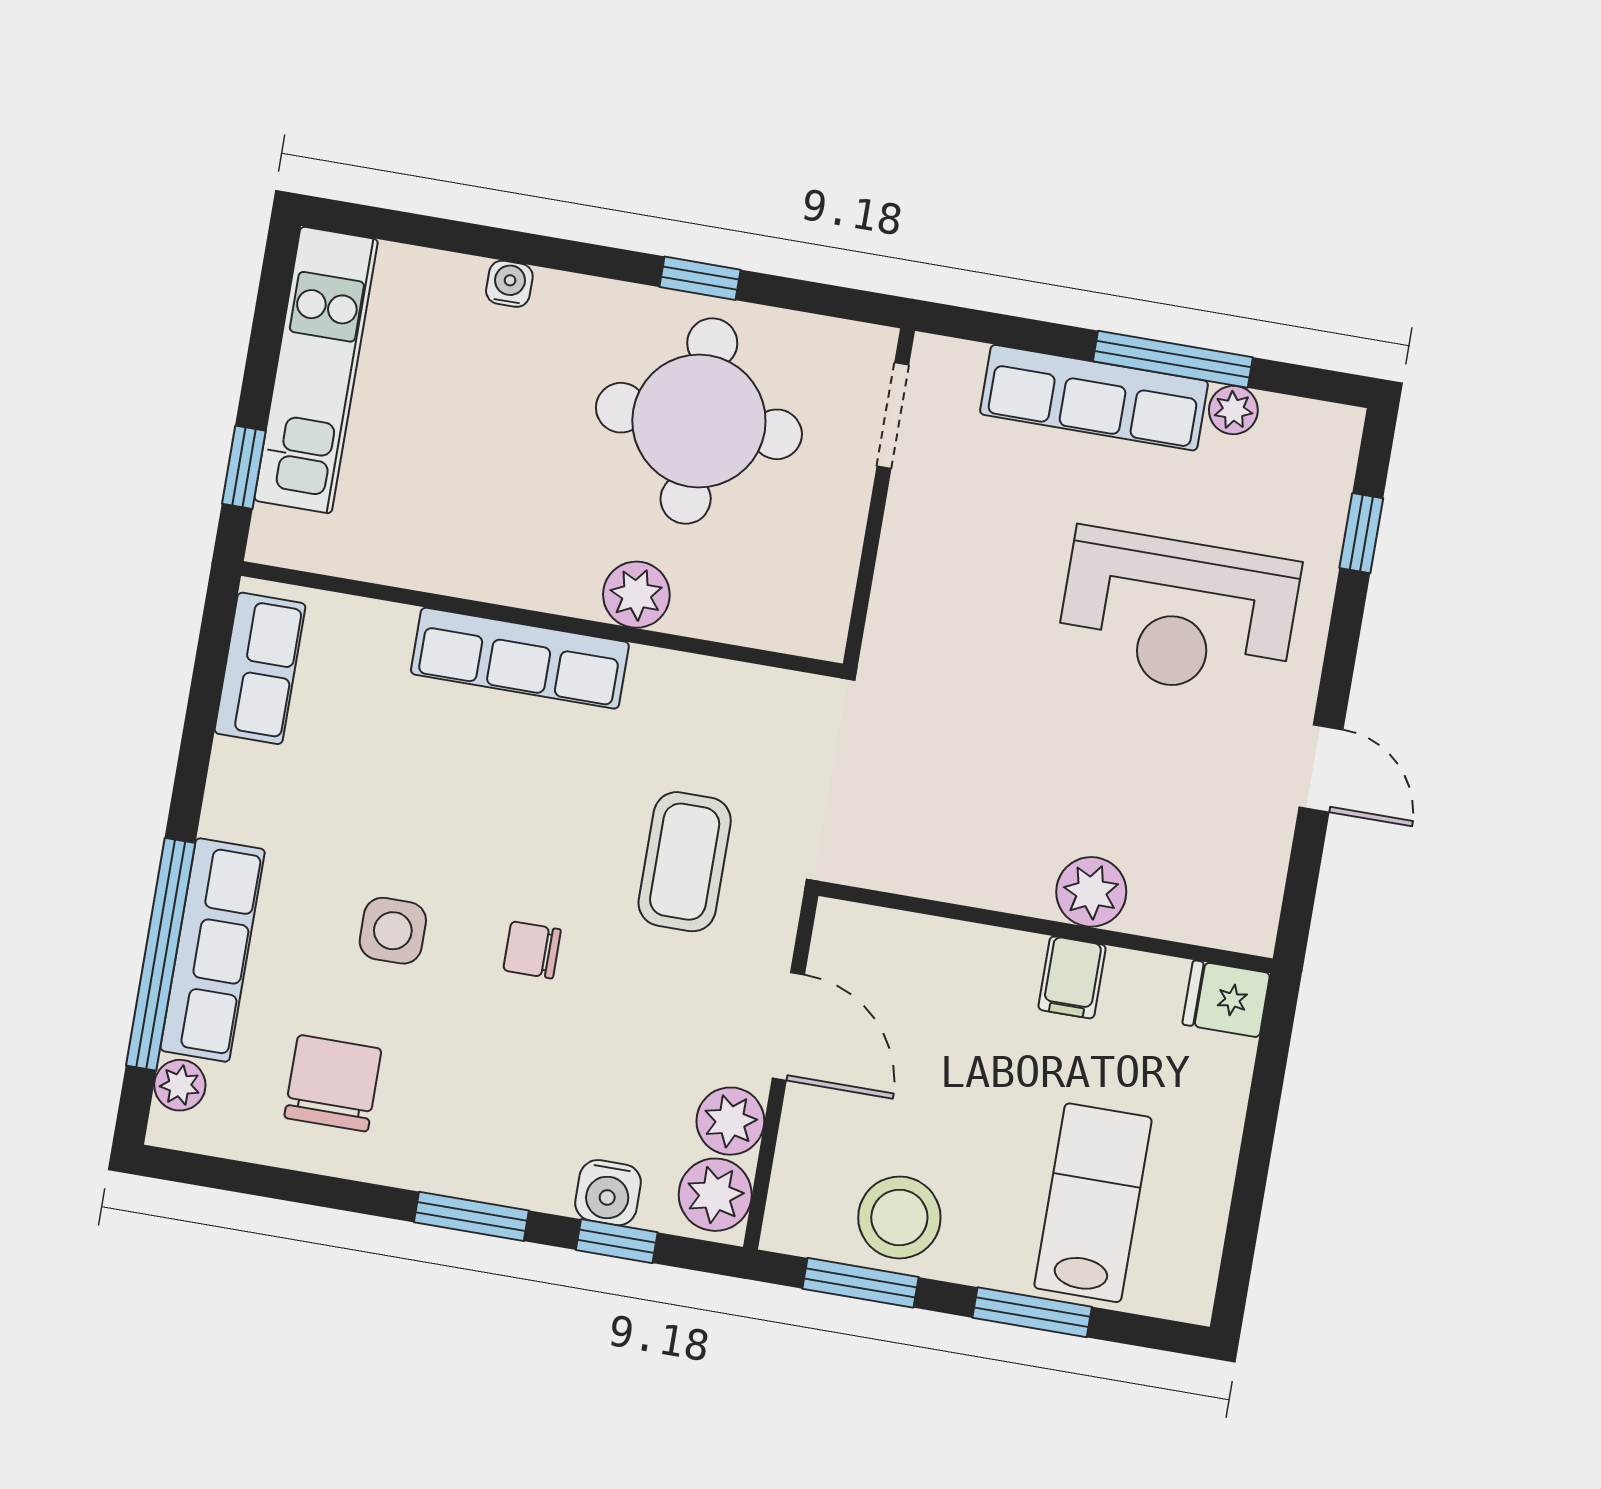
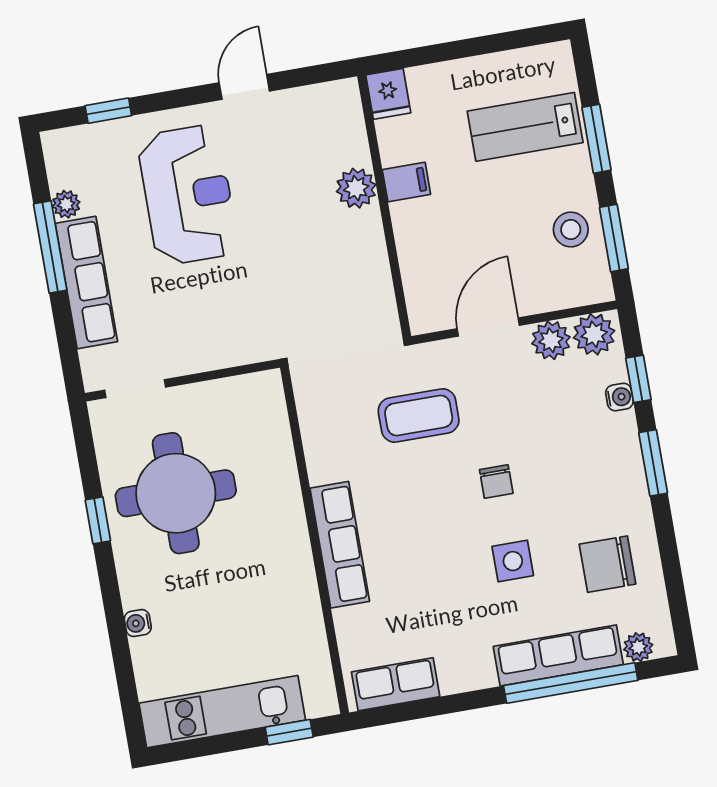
plant: (636, 595) -> (282, 494), removed
water cooler: (608, 1193) -> (619, 397), width x0.72, depth x0.72
stool: (899, 1217) -> (571, 229), width x0.73, depth x0.73

